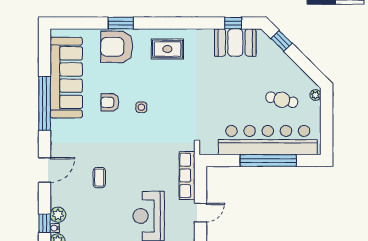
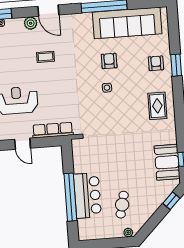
armchair: (117, 47) -> (156, 63), width x0.53, depth x0.53
bar counter: (268, 140) -> (87, 195), width x0.54
plant: (58, 215) -> (31, 23), moved

